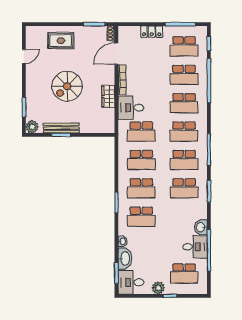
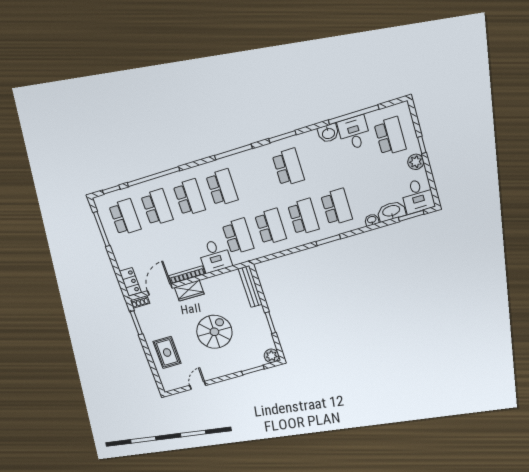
locker: (152, 32) -> (130, 282), moved
door: (116, 54) -> (160, 289), swing flipped
door: (24, 56) -> (198, 385), hinge flipped
spiral stairs: (67, 86) -> (214, 332), turned -90
wardrobe: (108, 96) -> (189, 291), moved
bench: (61, 128) -> (250, 287), moved
school desk: (184, 160) -> (255, 177), removed

